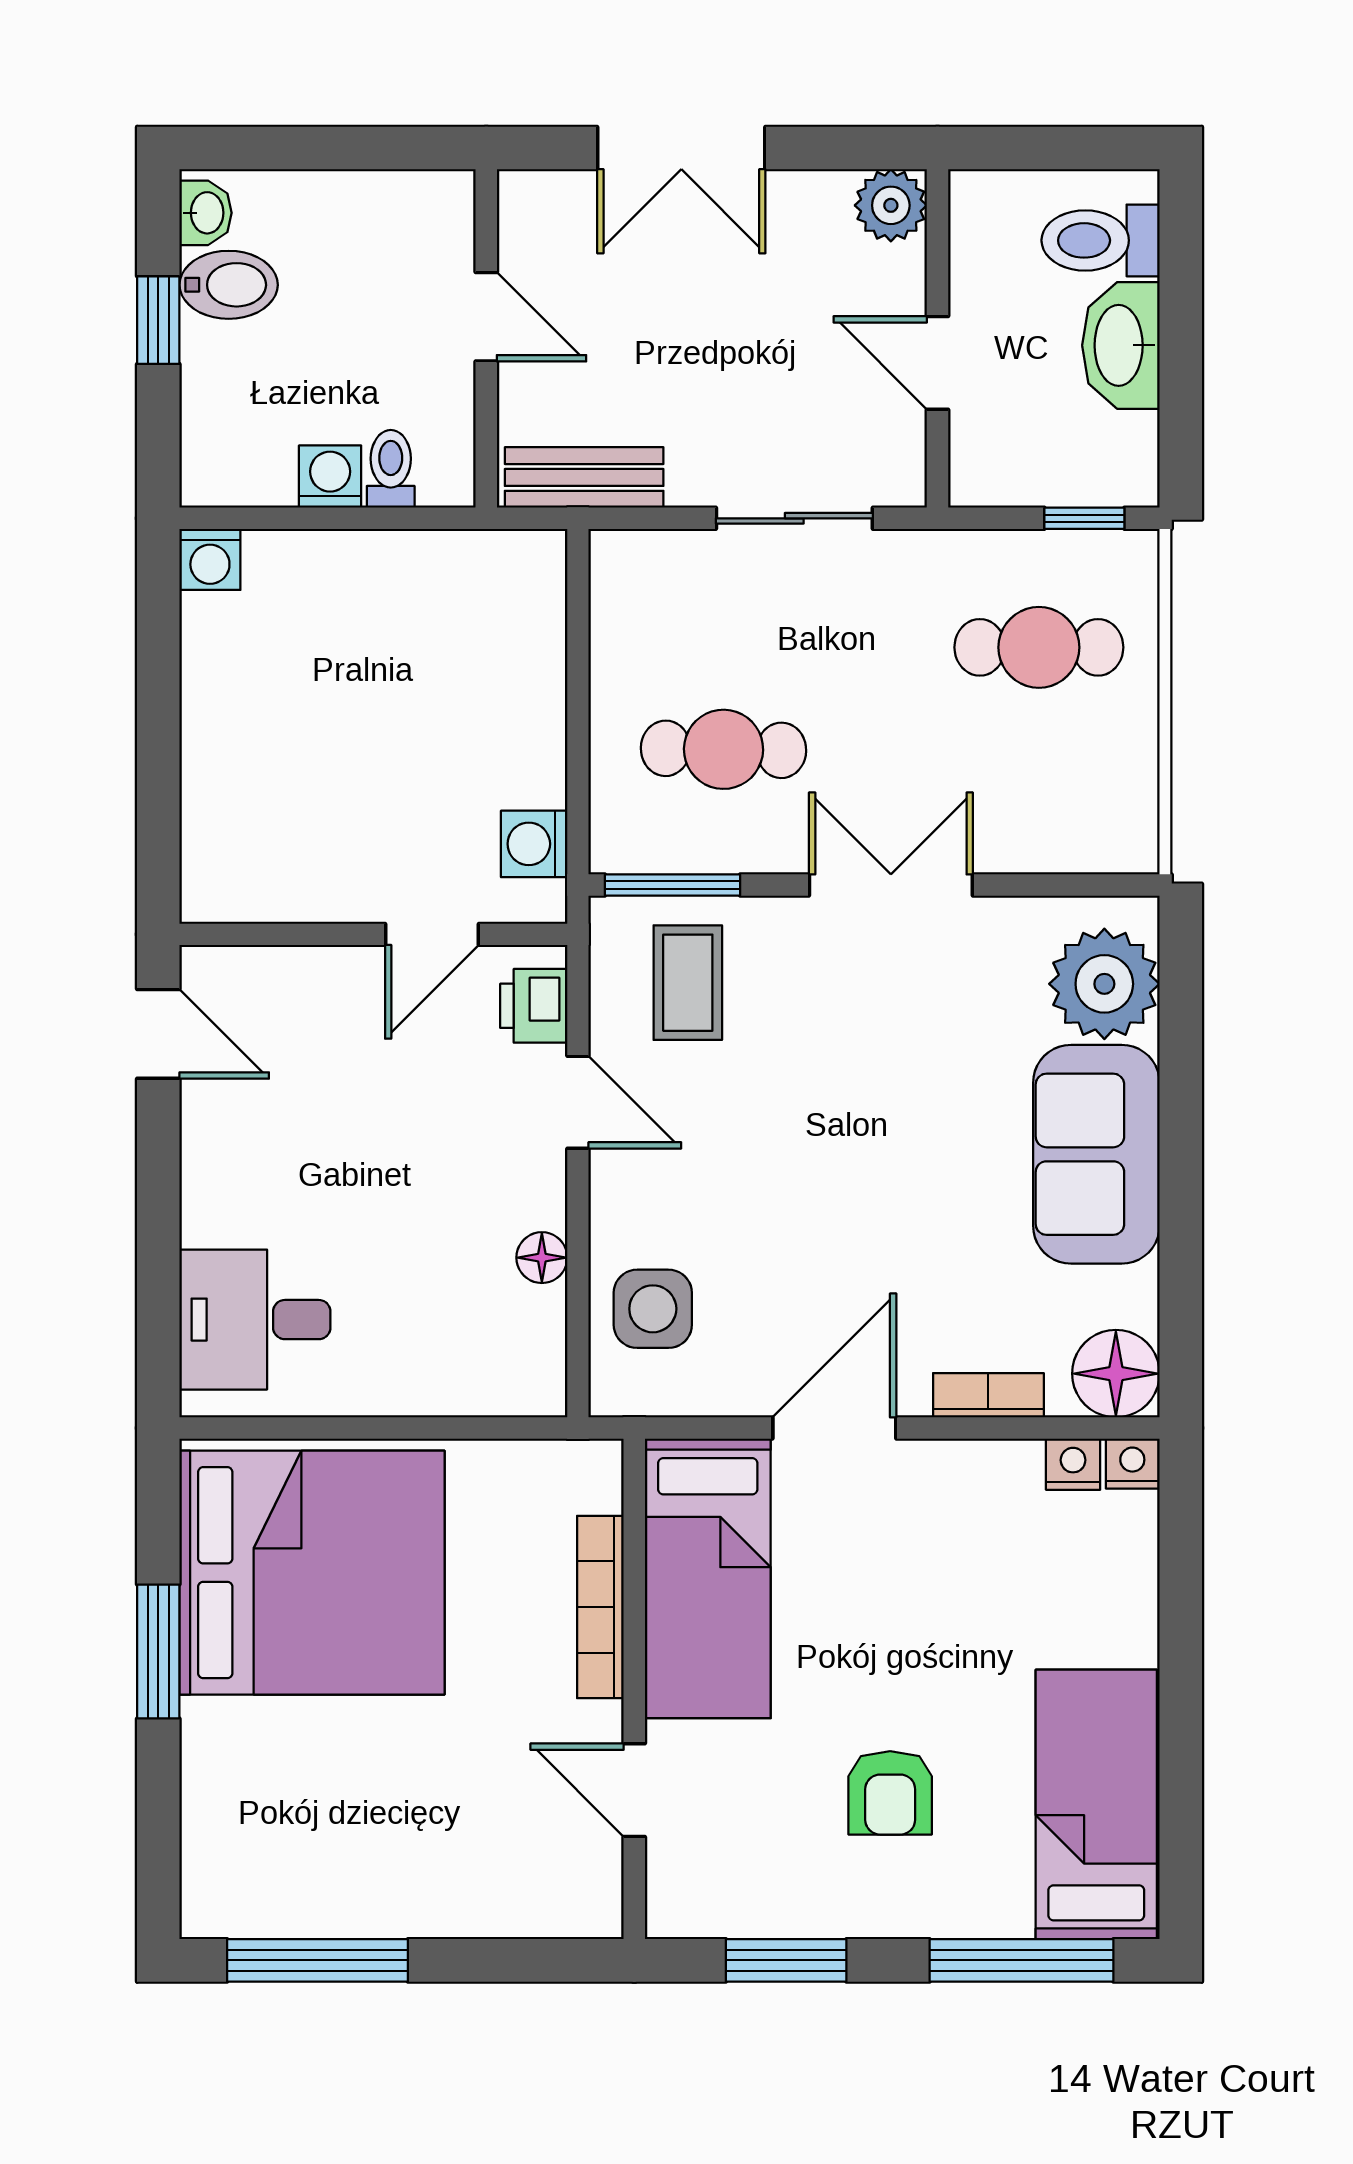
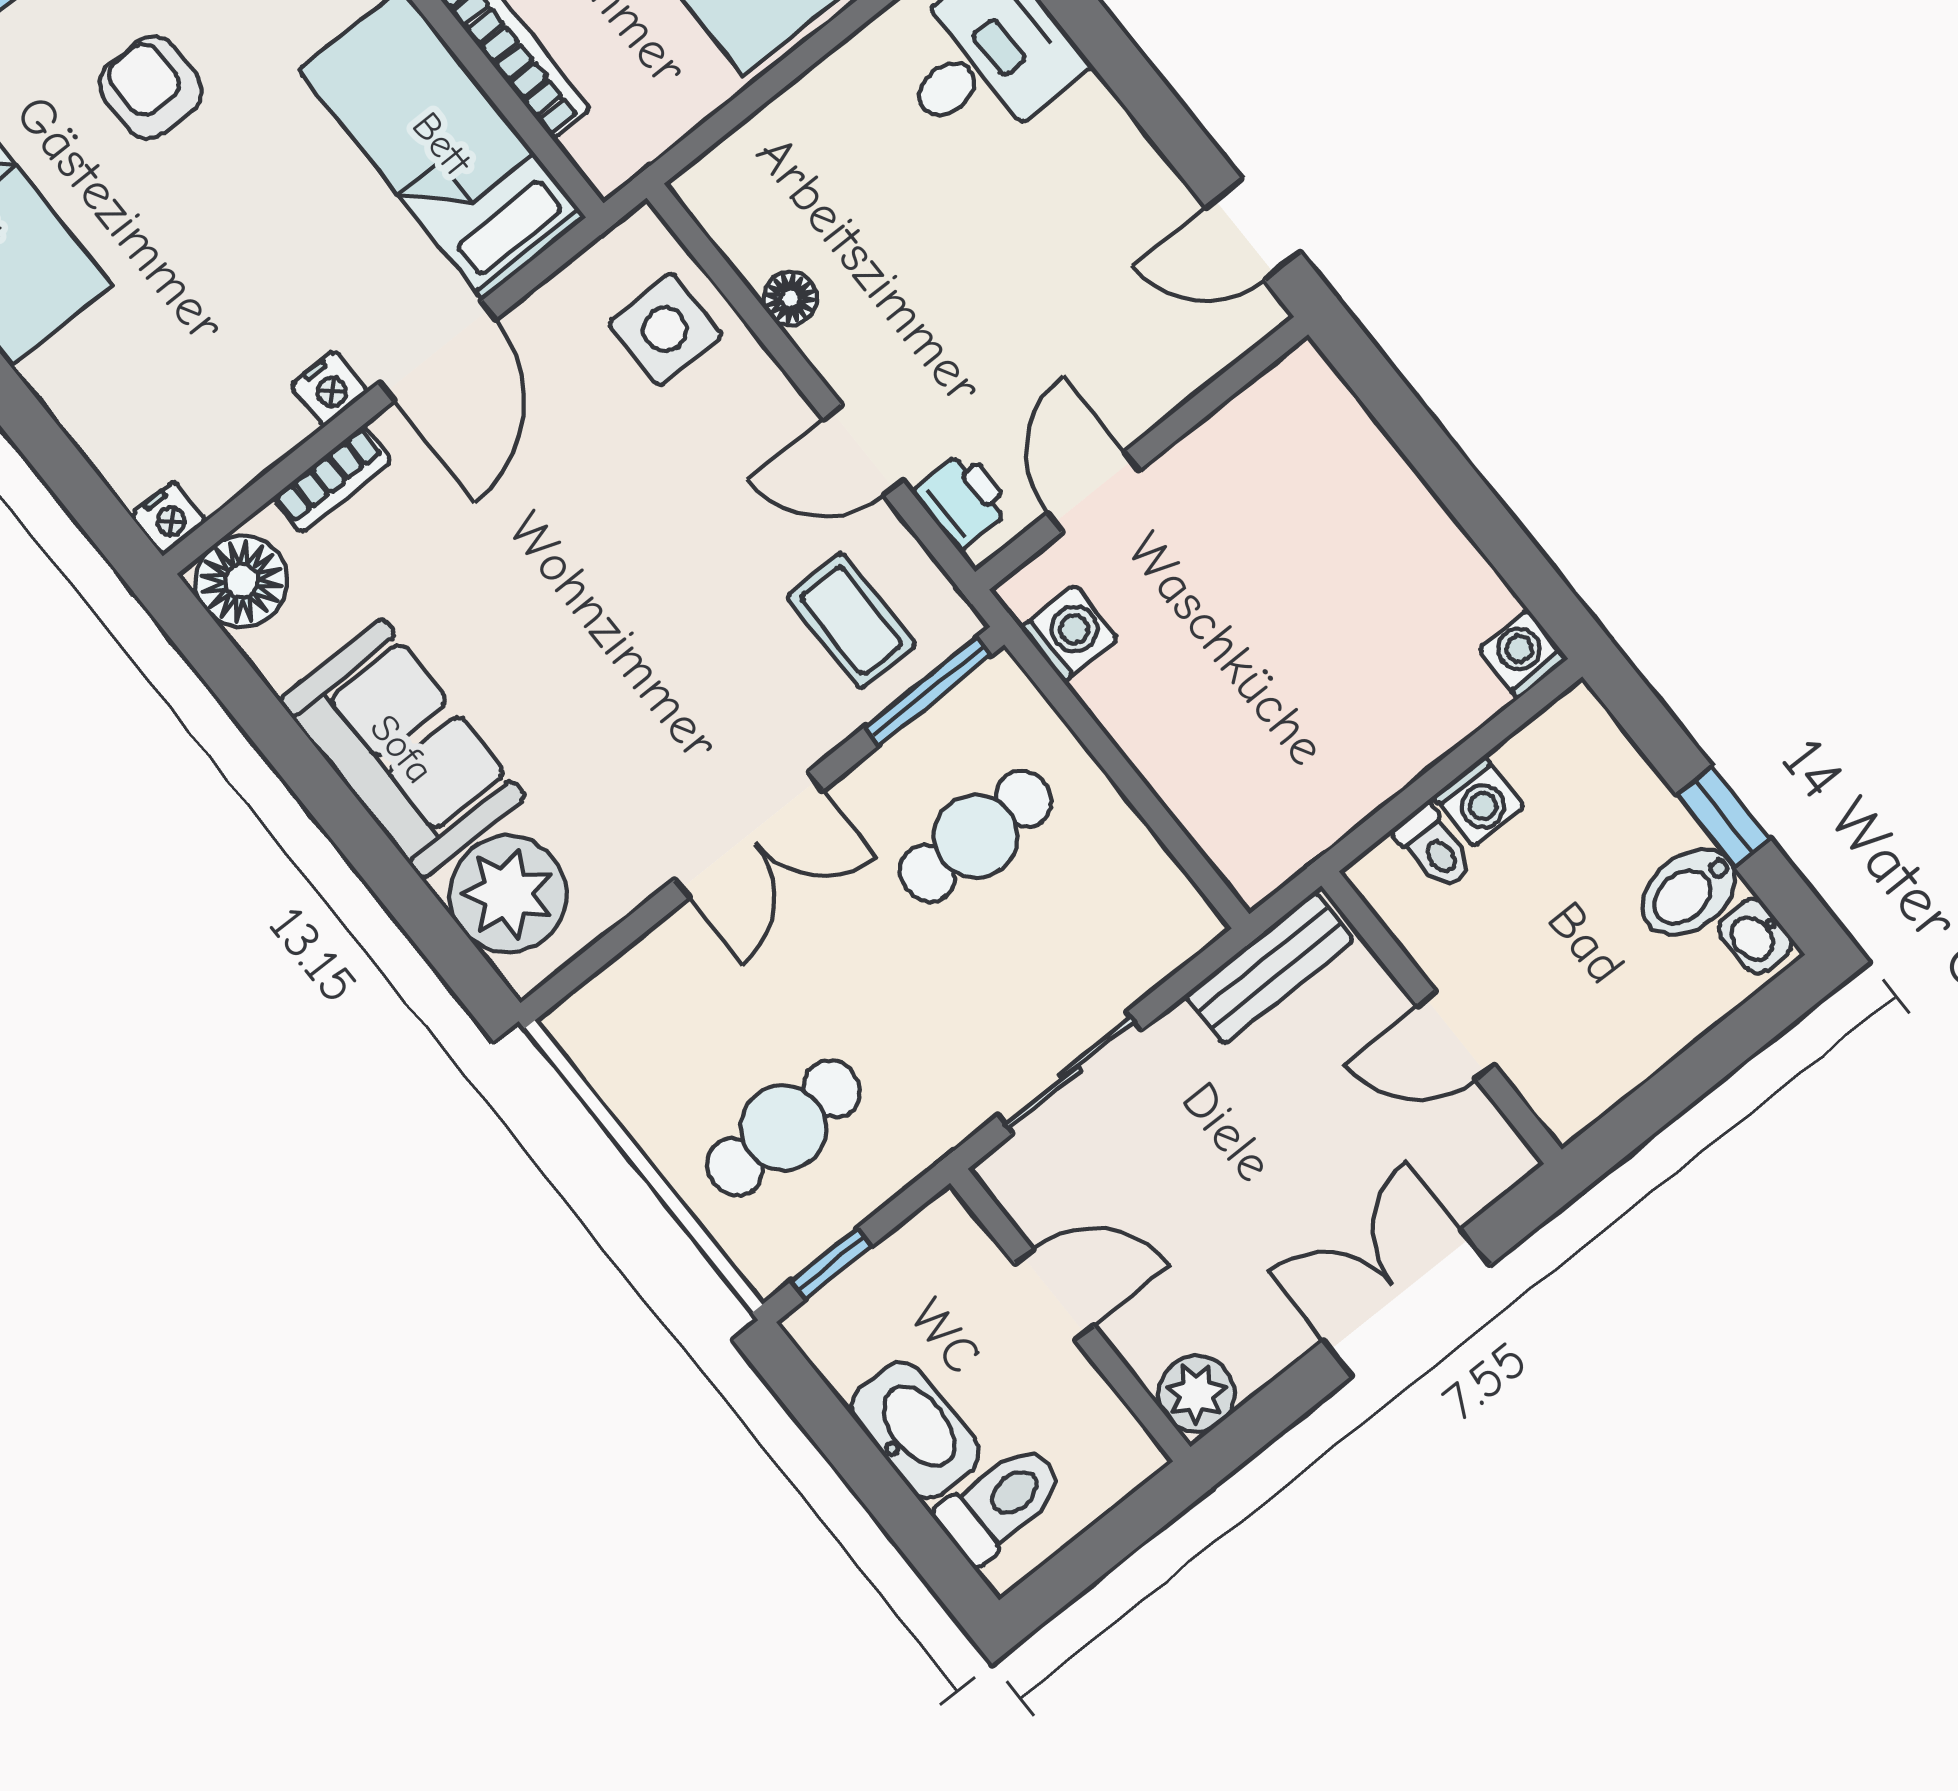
nightstand: (1073, 1464) -> (329, 388), moved

